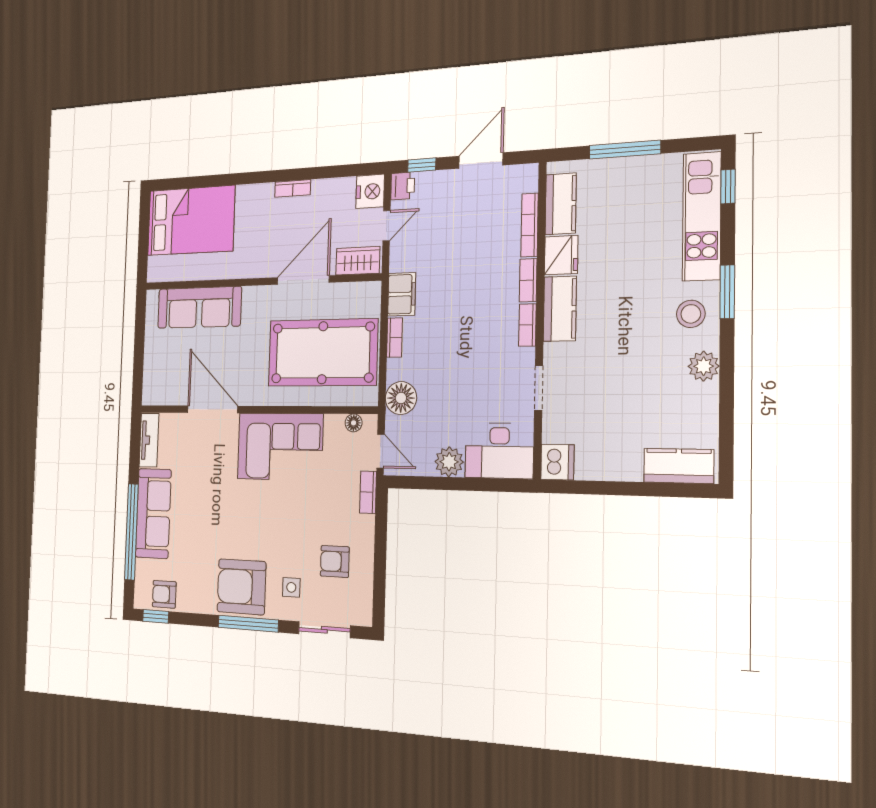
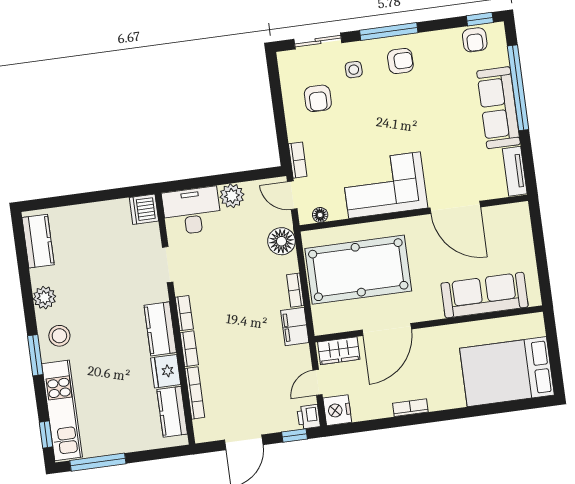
window: (625, 150) -> (98, 462), moved
kitchen counter: (679, 466) -> (38, 241), moved, turned -90
armchair: (335, 561) -> (318, 98), turned 90
armchair: (241, 587) -> (400, 61), width x0.53, depth x0.53
armchair: (164, 594) -> (475, 40), turned 90

